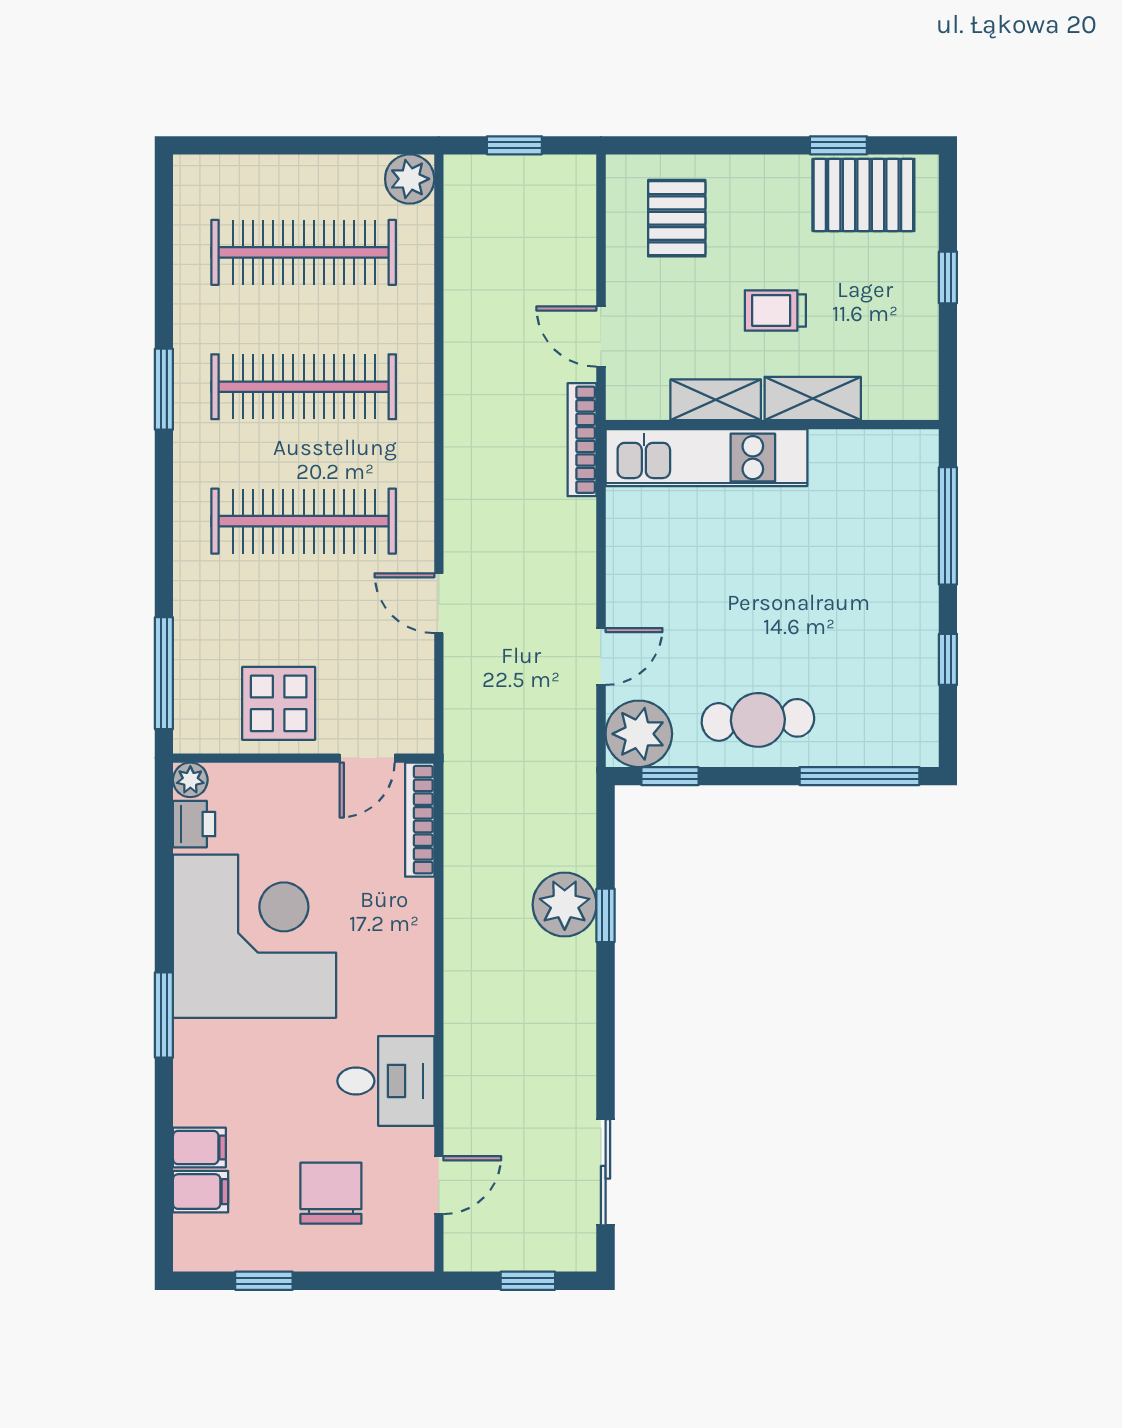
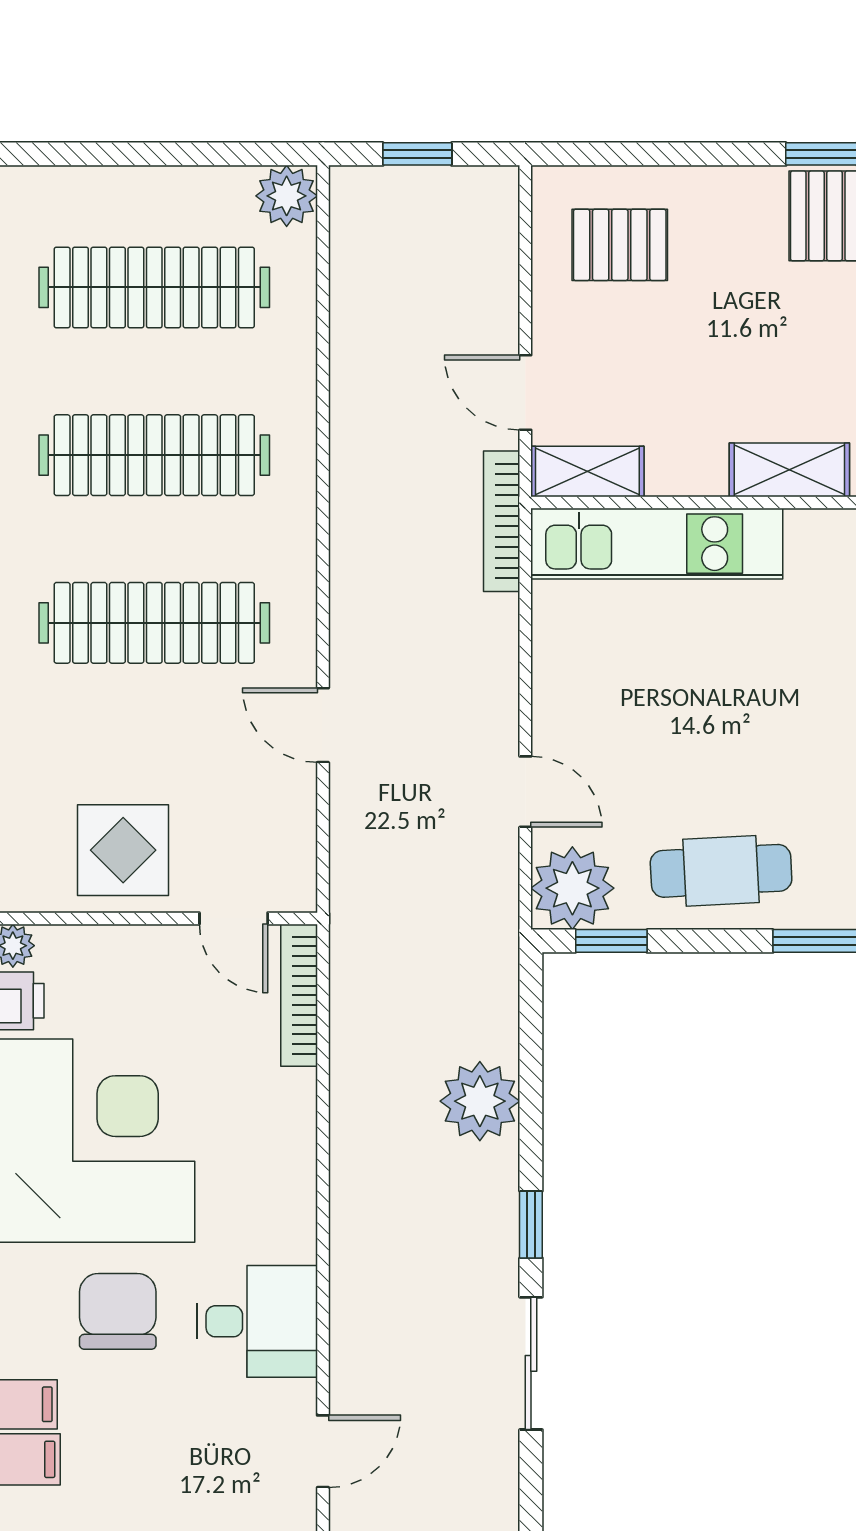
pallet: (677, 218) -> (620, 245), turned 90
trolley: (775, 310) -> (743, 360), removed
shelving: (716, 400) -> (587, 471), moved
door: (601, 656) -> (525, 792), hinge flipped
door: (367, 758) -> (234, 918), hinge flipped
window: (606, 915) -> (531, 1225), moved
sliding door: (606, 1172) -> (531, 1363), moved
chair: (331, 1193) -> (118, 1311), moved

